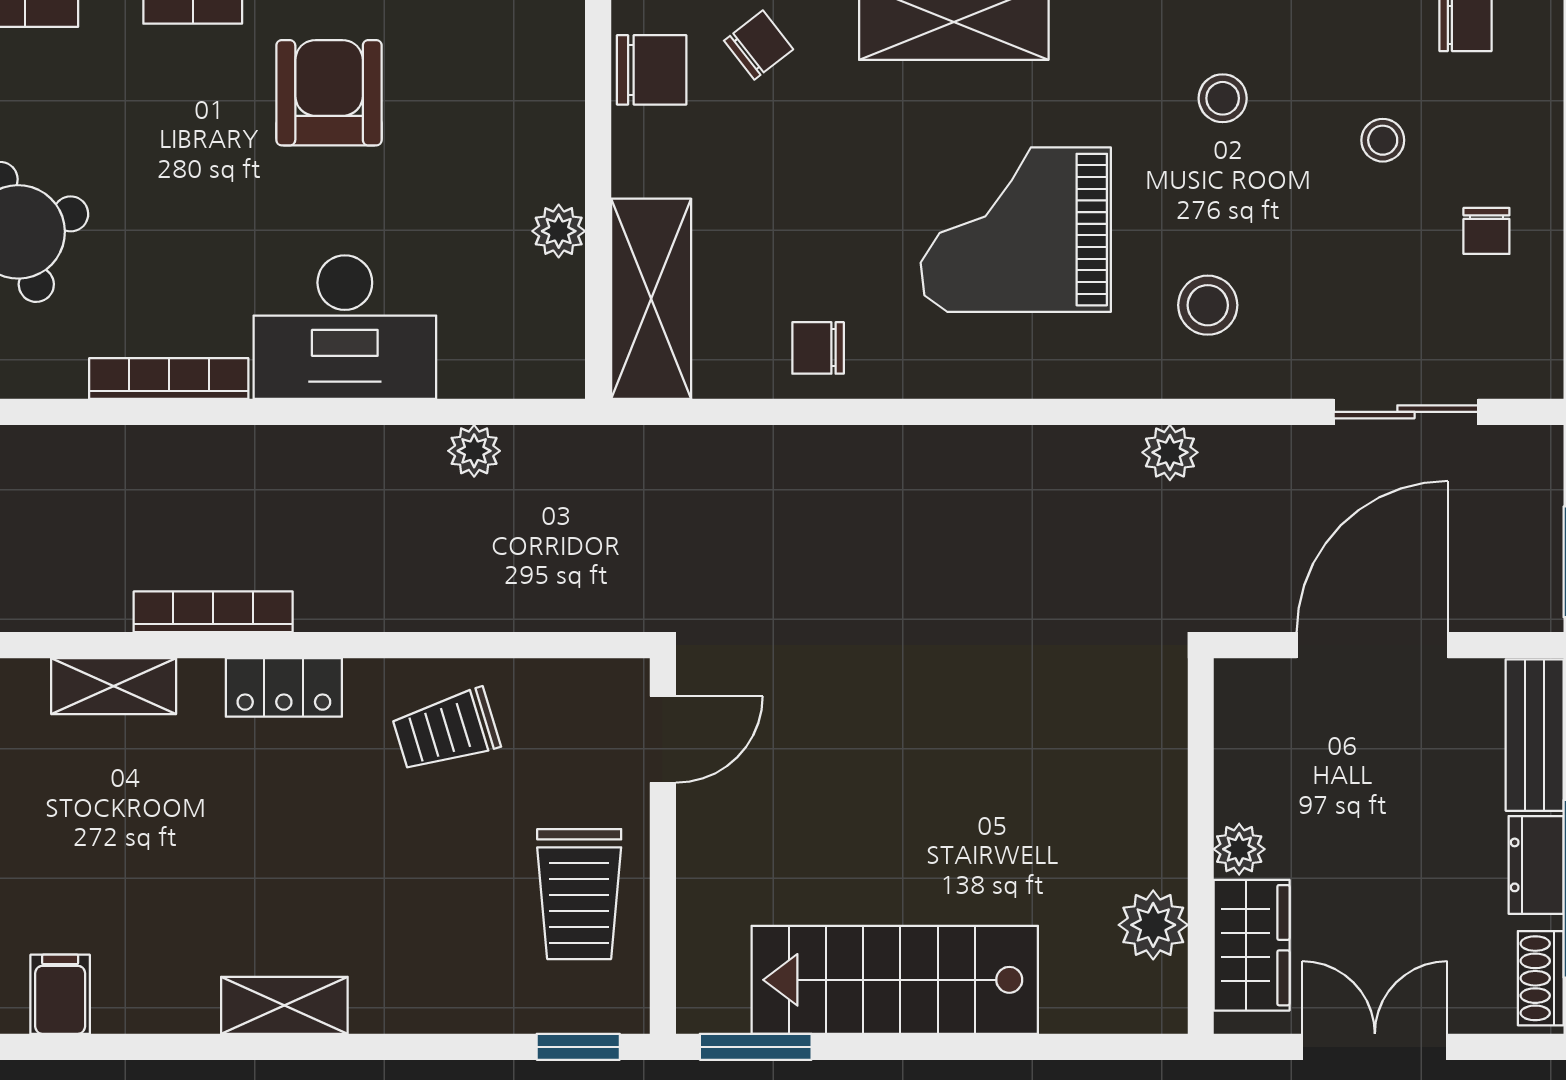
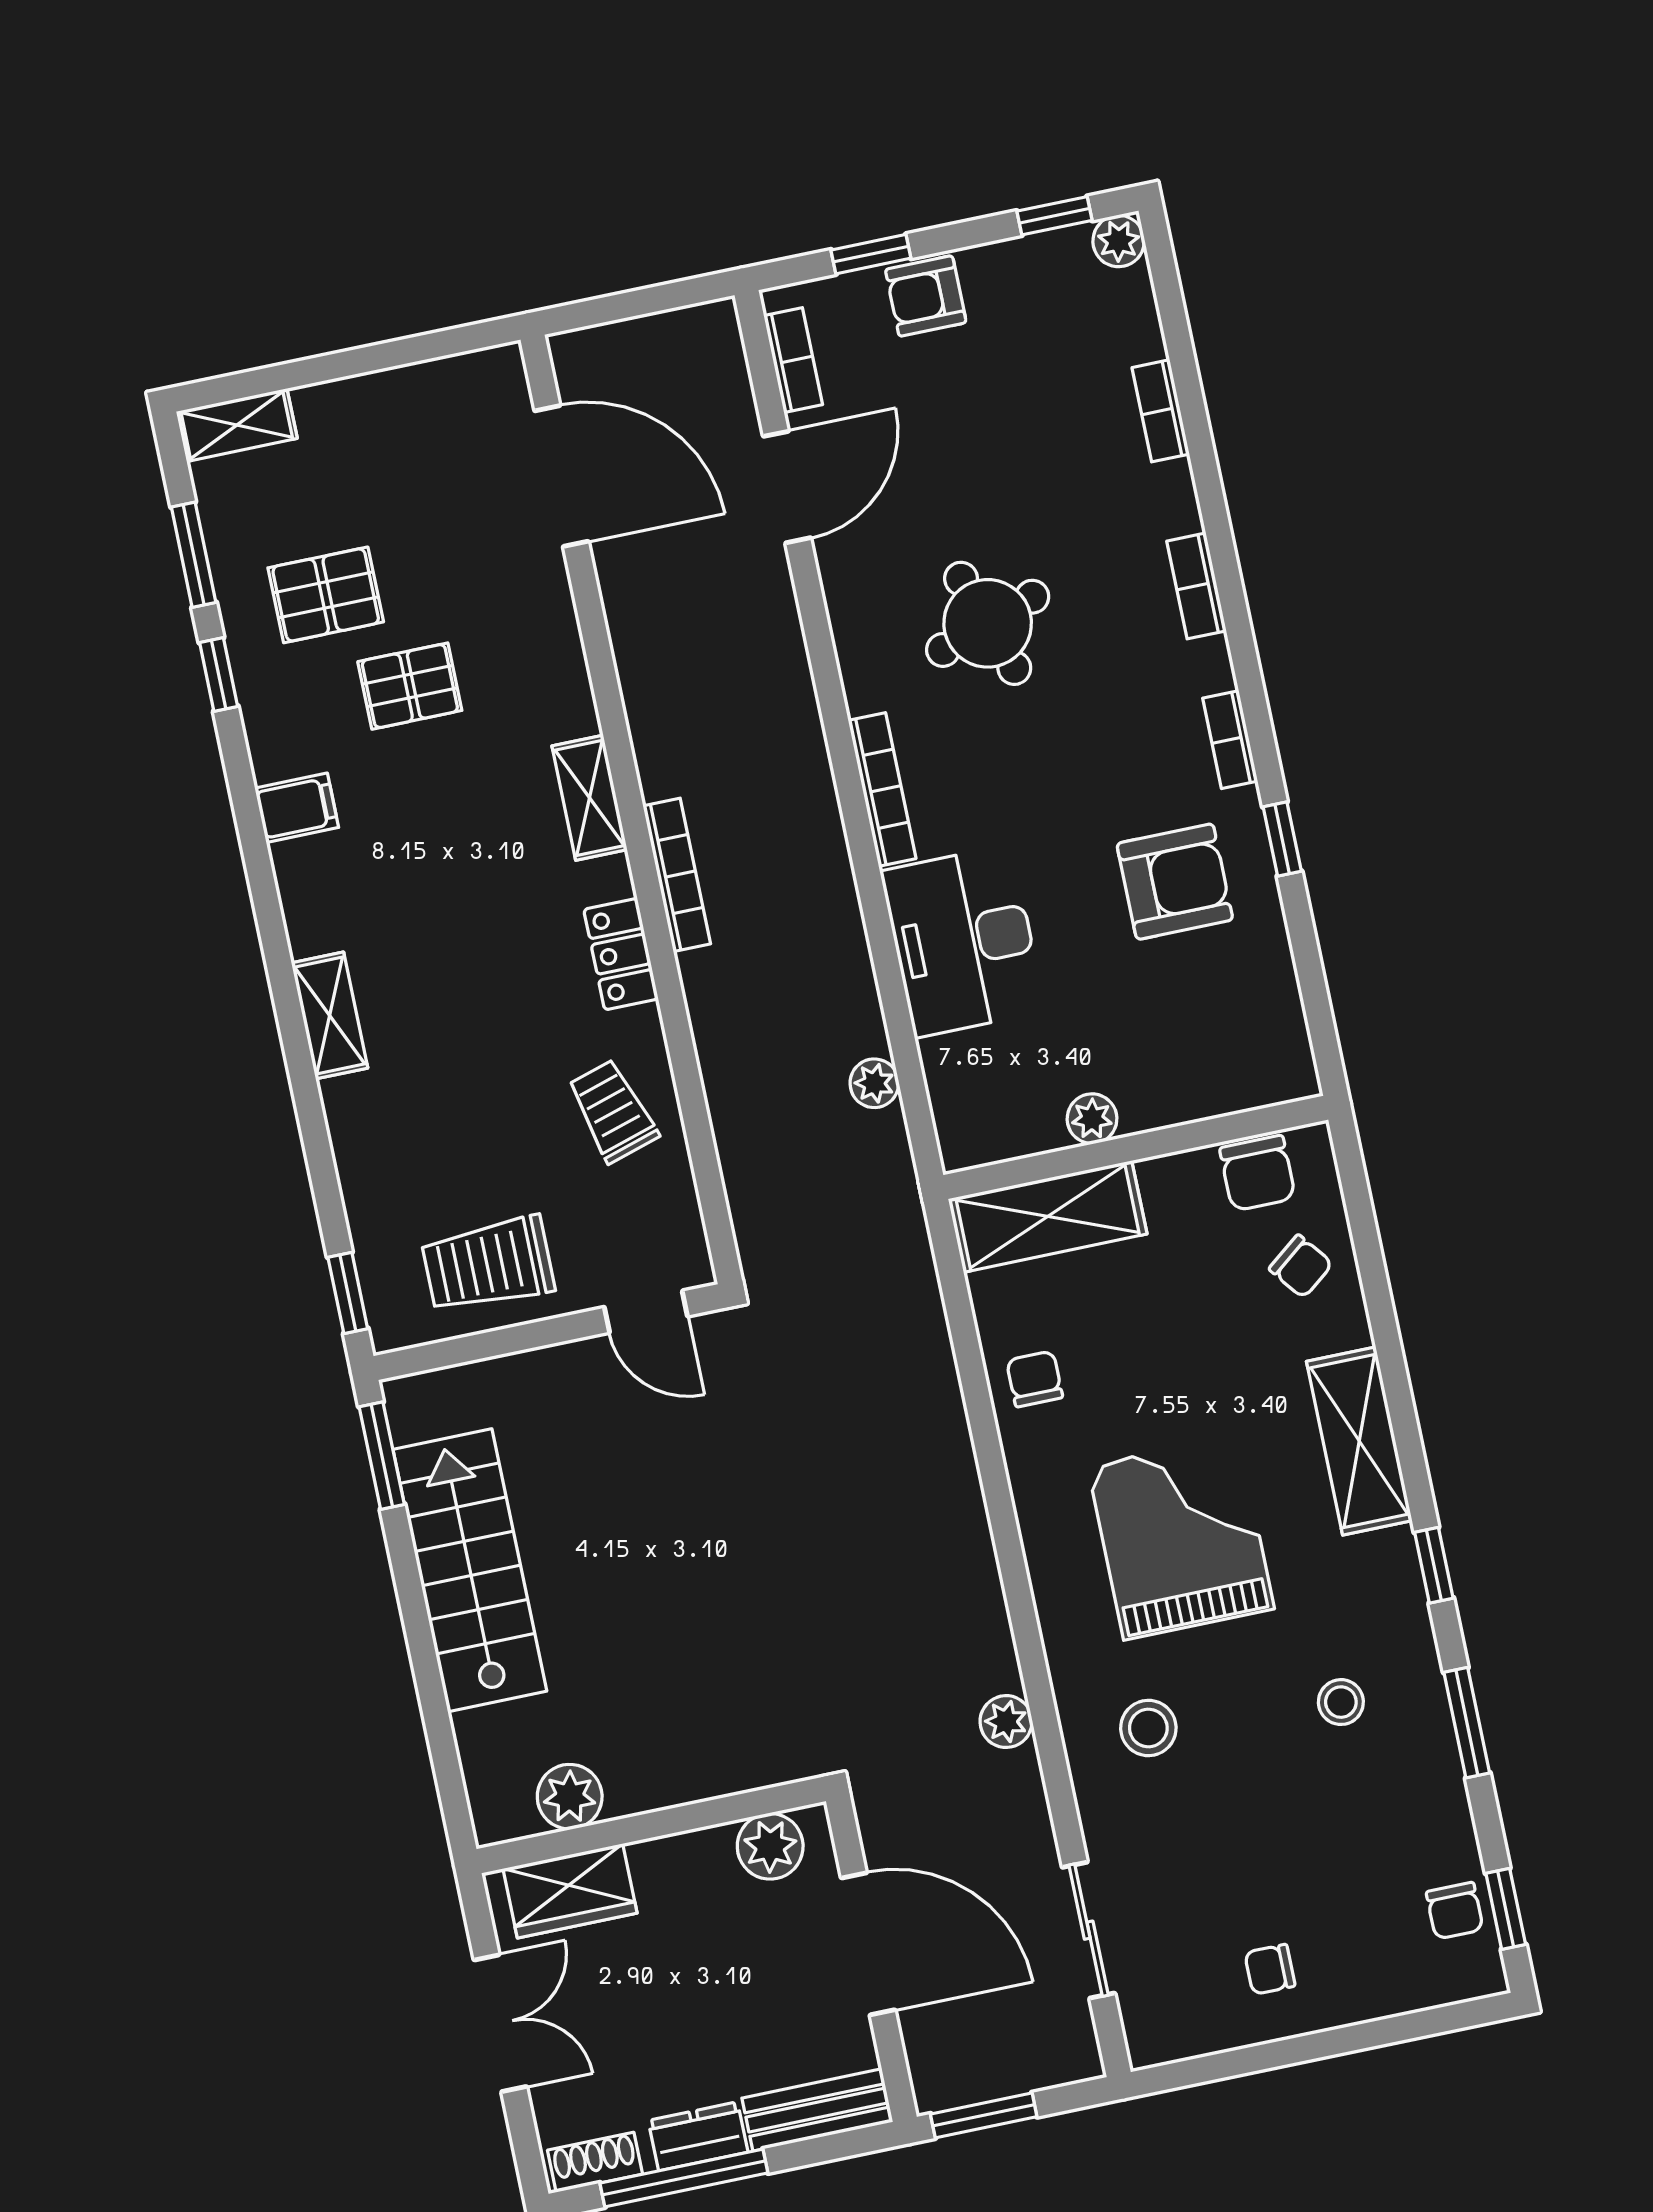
stool: (1383, 140) -> (1333, 1857), removed
plant: (1239, 849) -> (770, 1846), moved, width x1.38, depth x1.38

